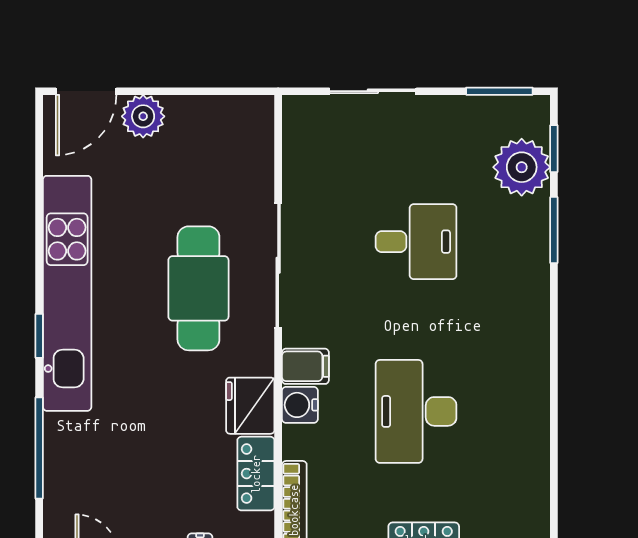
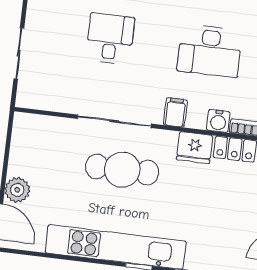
water cooler: (300, 405) -> (218, 121), moved

